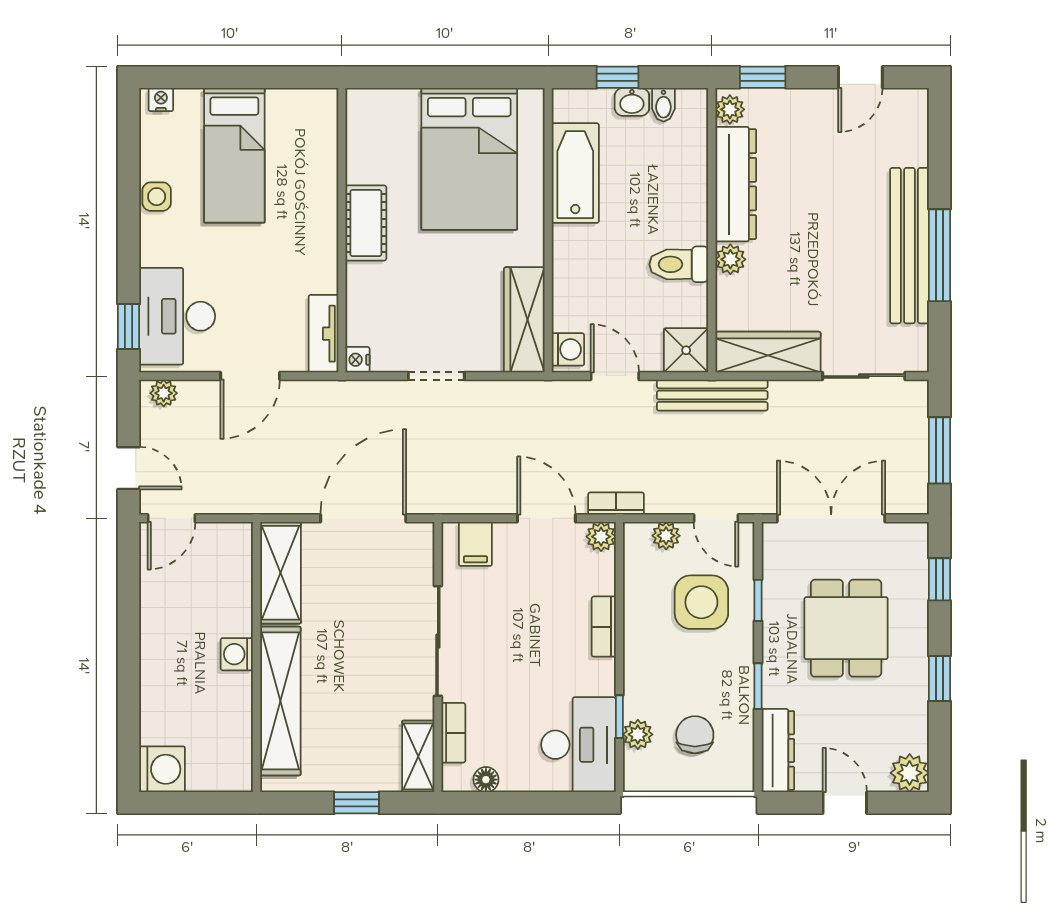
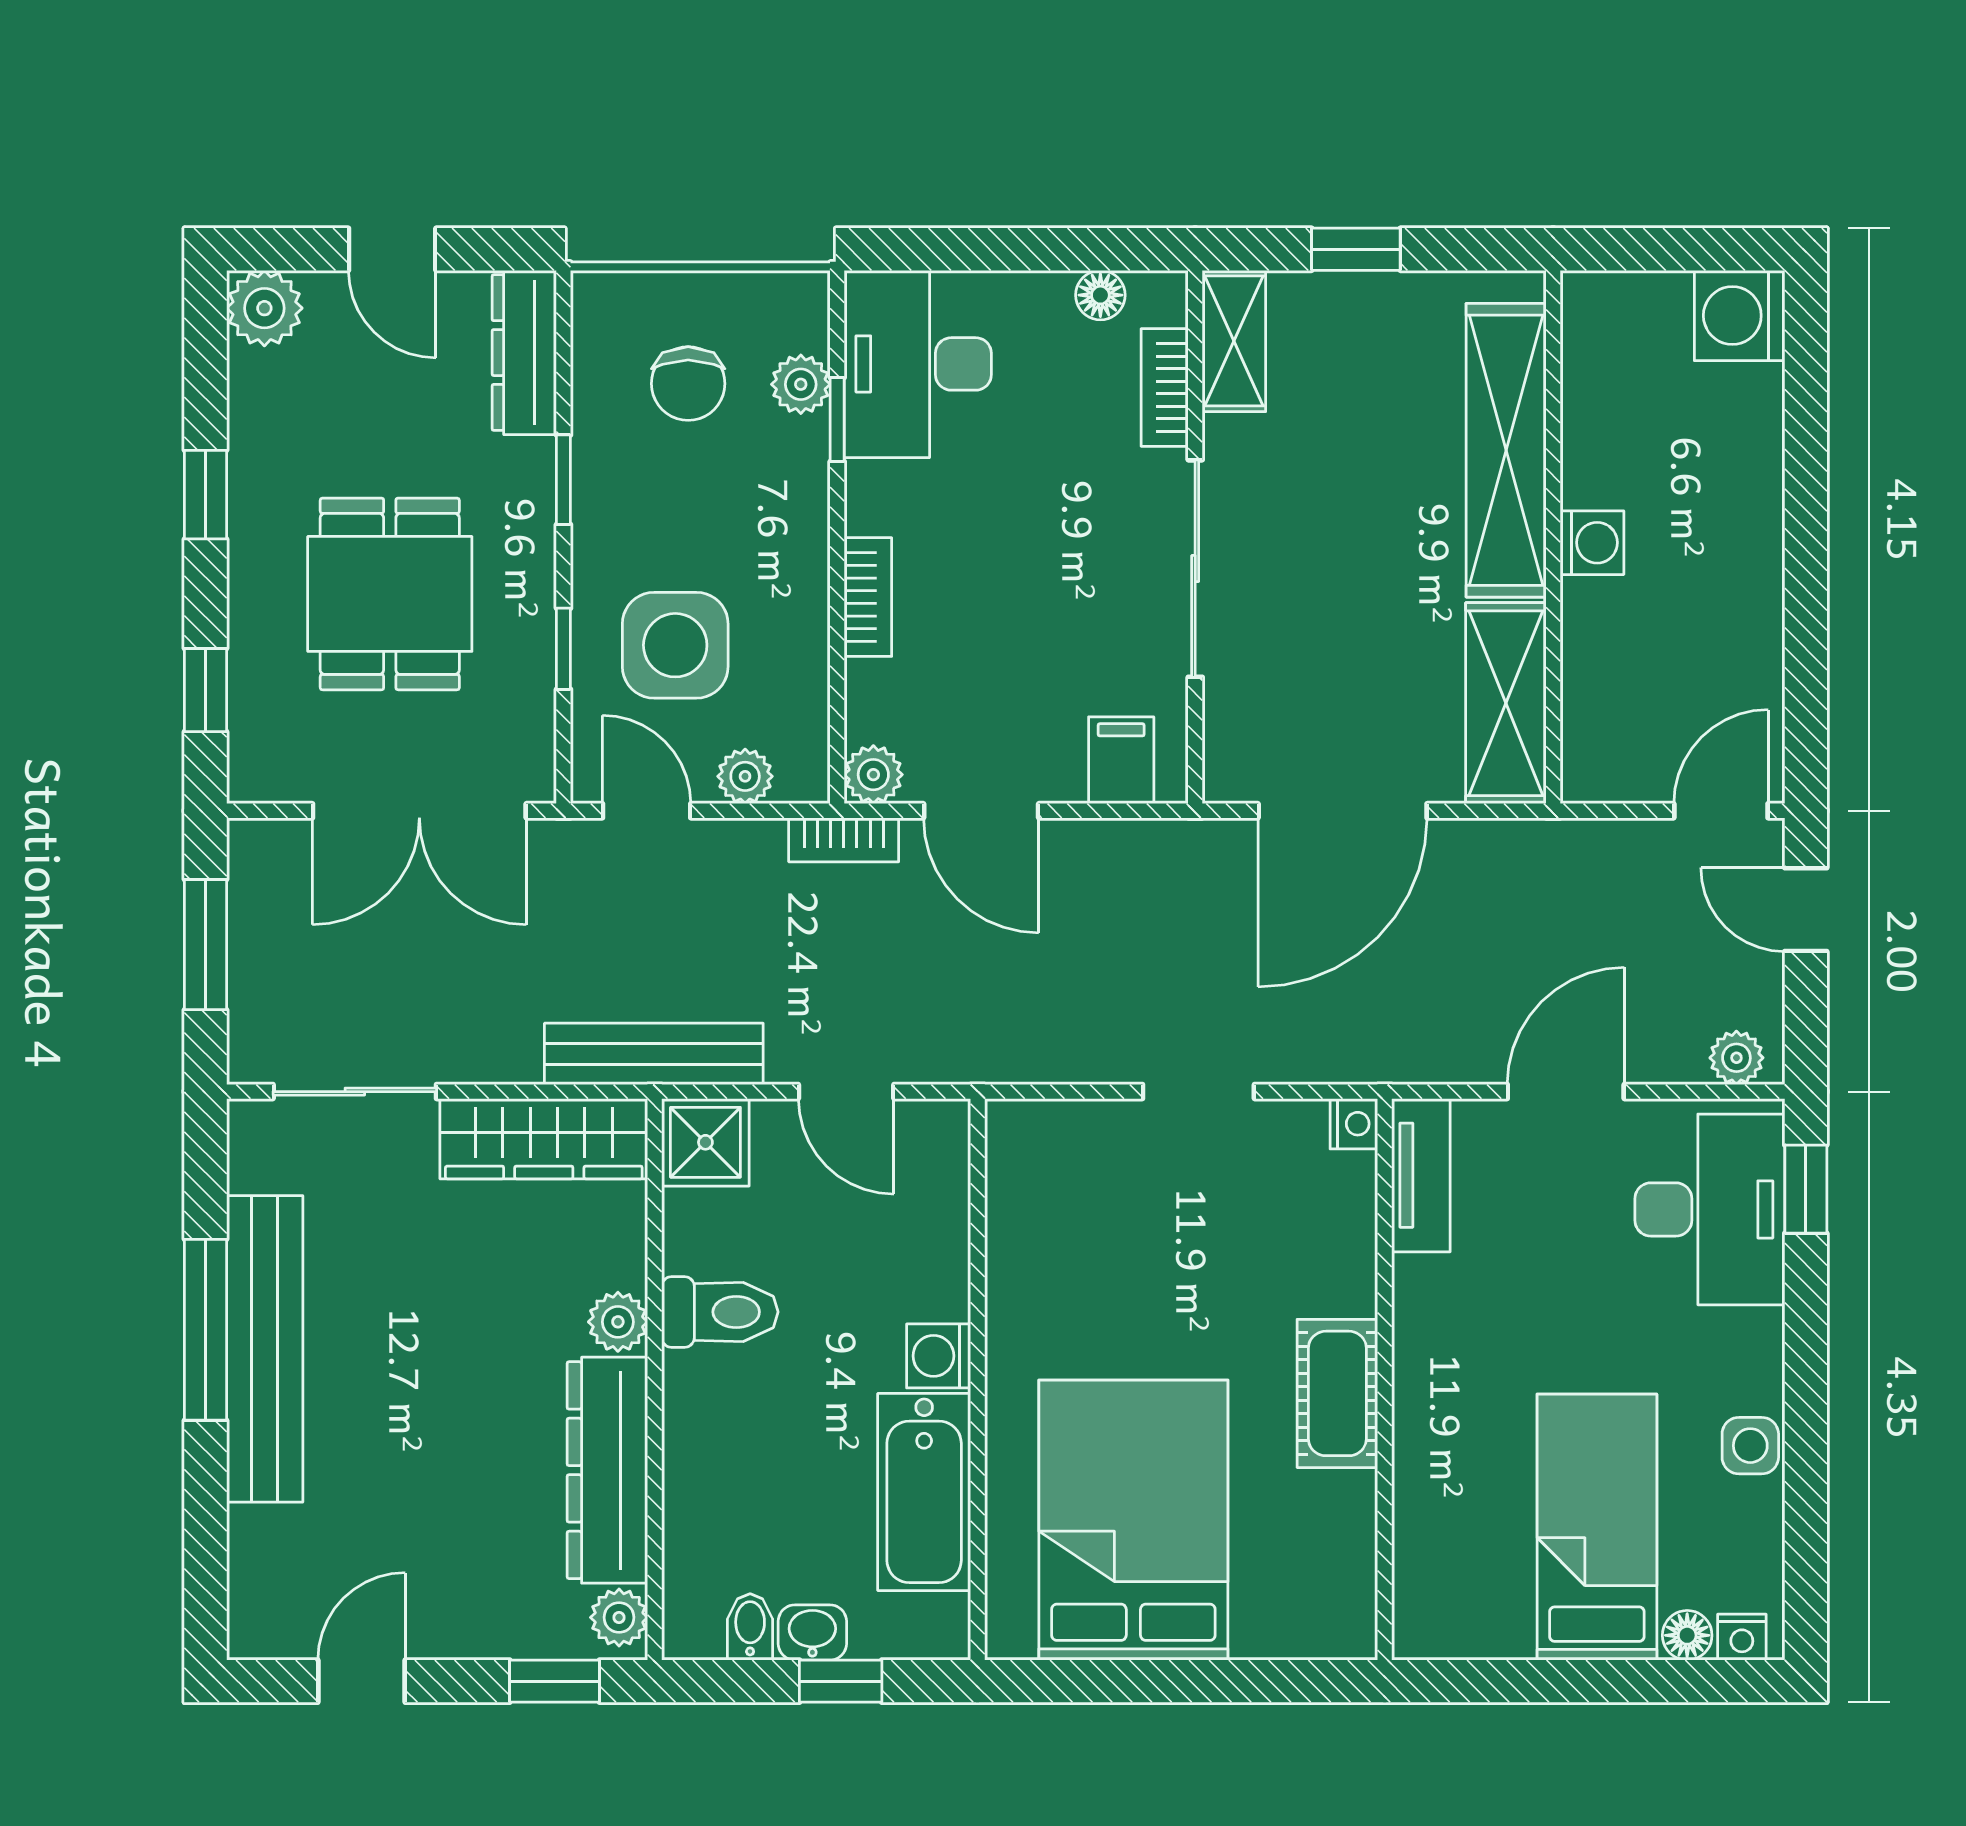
floor lamp: (189, 100) -> (1687, 1635), added
wardrobe: (524, 320) -> (1025, 1202), removed
washing machine: (568, 349) -> (939, 1356), moved

